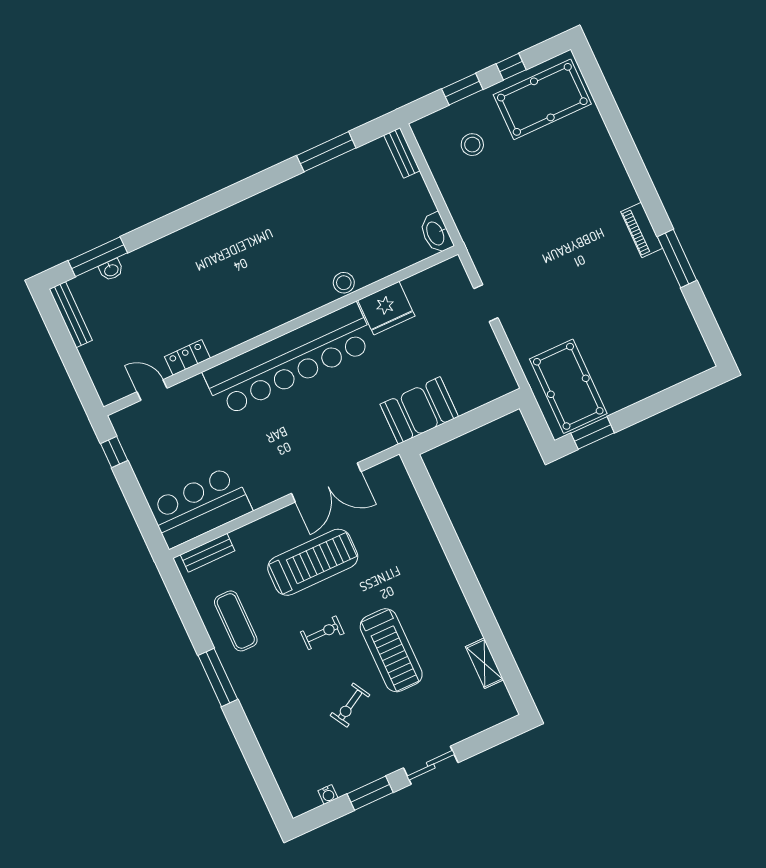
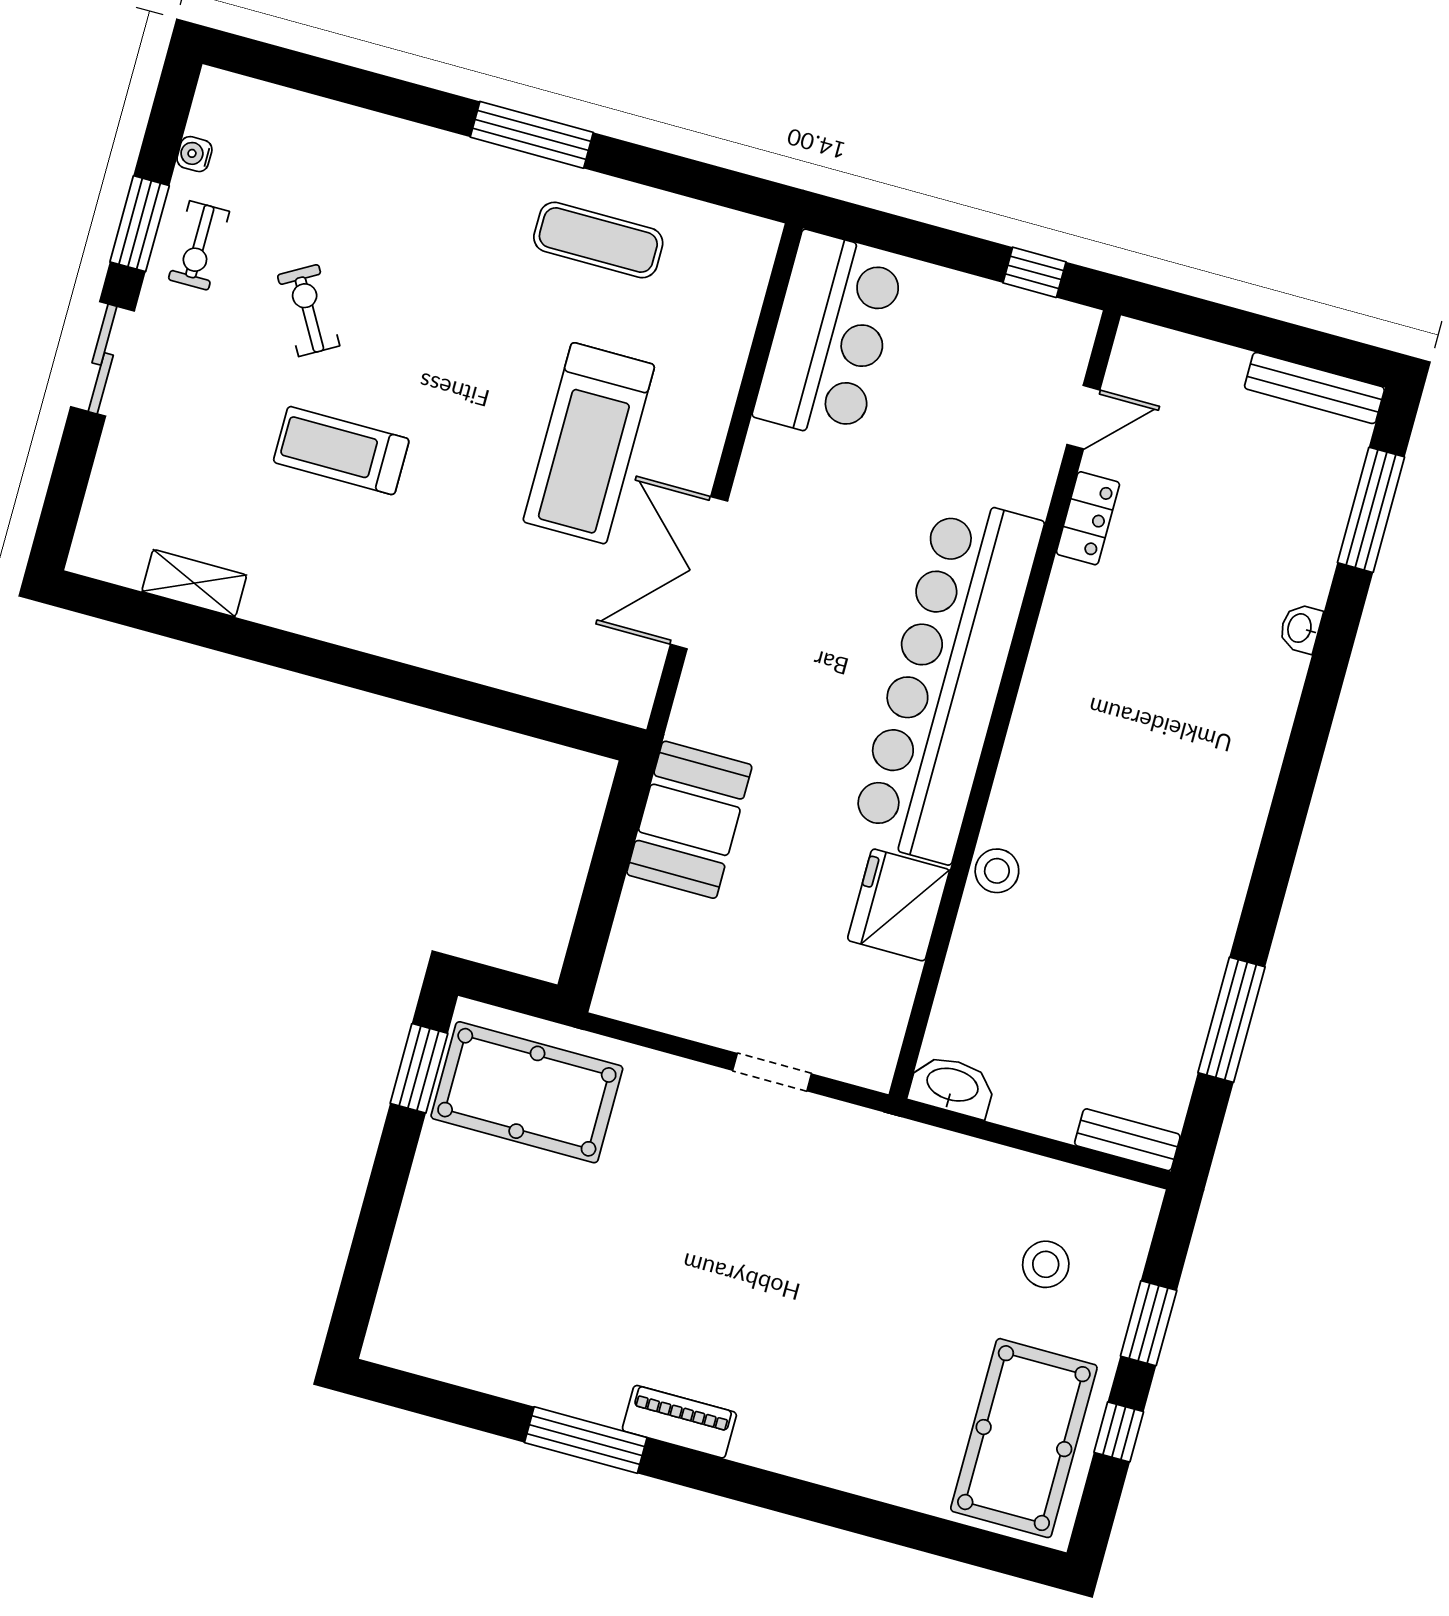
washbasin: (111, 270) -> (1300, 628), moved
bench: (208, 553) -> (746, 287), removed
exercise bike: (322, 633) -> (199, 245), moved
treadmill: (391, 650) -> (341, 451), width x0.73, depth x0.73

